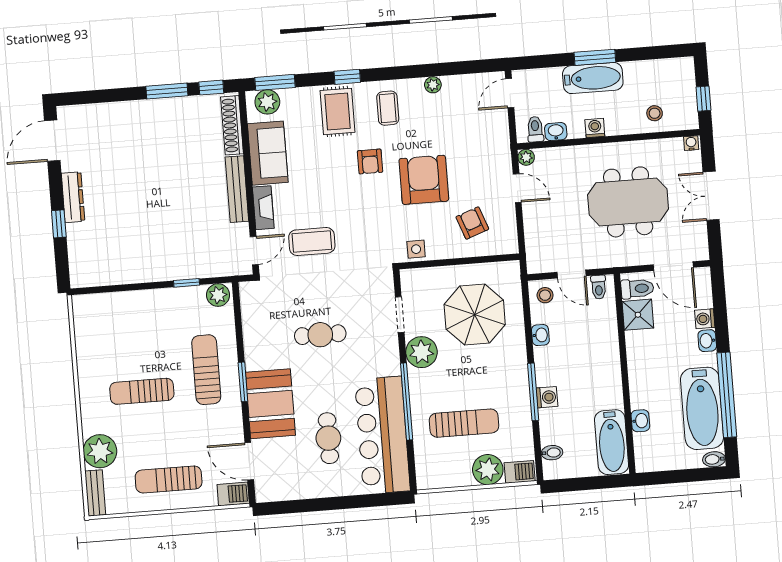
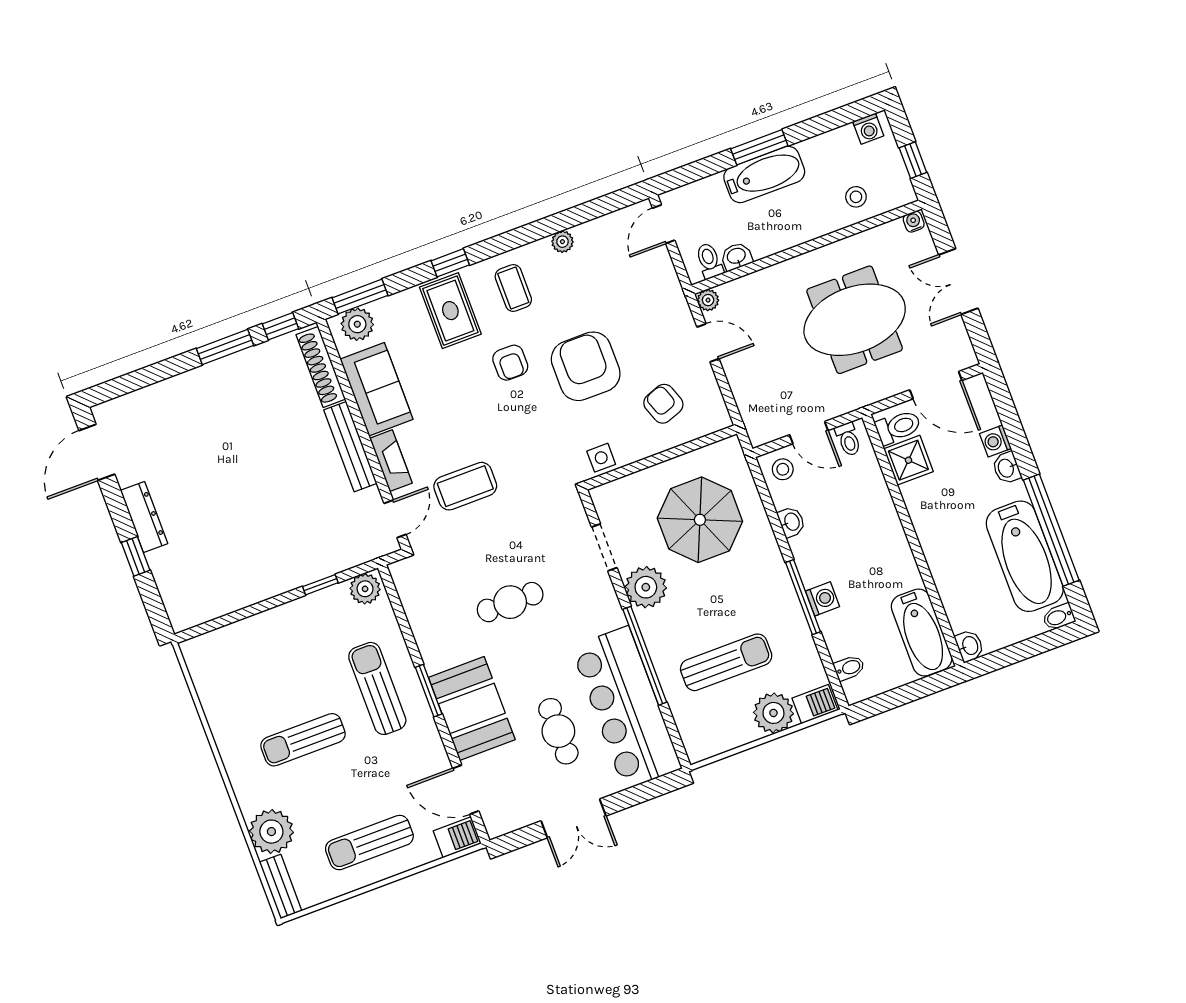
washing machine: (595, 128) -> (868, 129), moved, turned 180
washbasin: (640, 421) -> (970, 646), moved
double door: (321, 504) -> (574, 818), added

